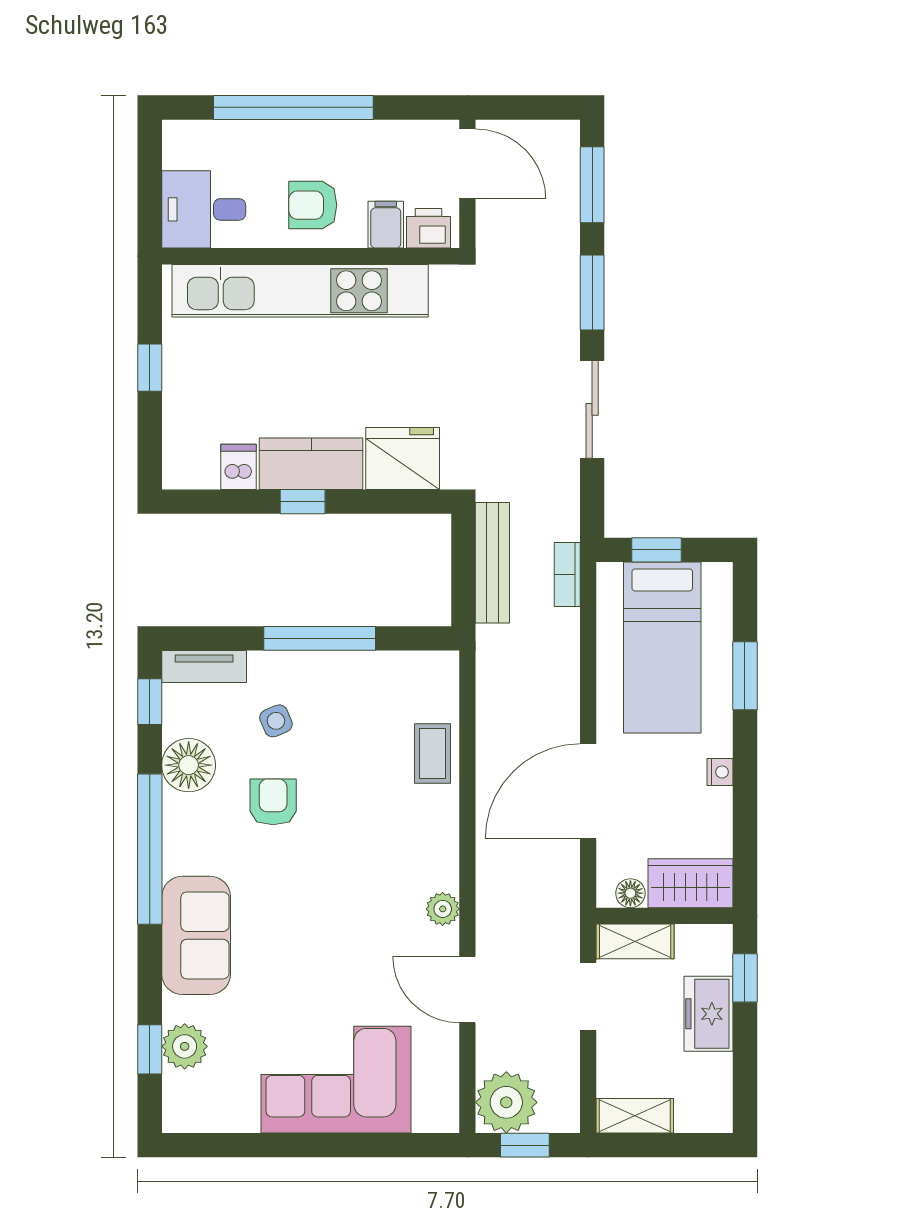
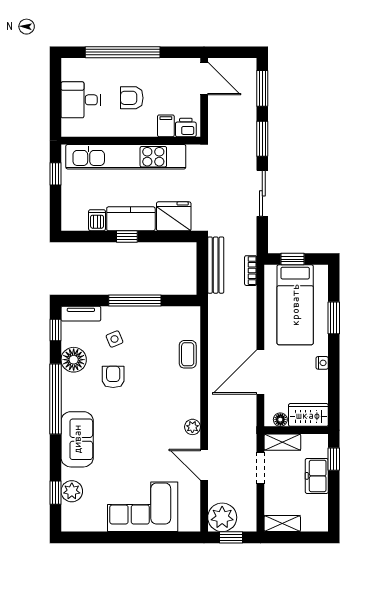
filing cabinet: (386, 225) -> (166, 126), moved
printer: (429, 228) -> (186, 127), moved
wall: (311, 256) -> (131, 141), moved
kitchen unit: (300, 291) -> (126, 157), moved

